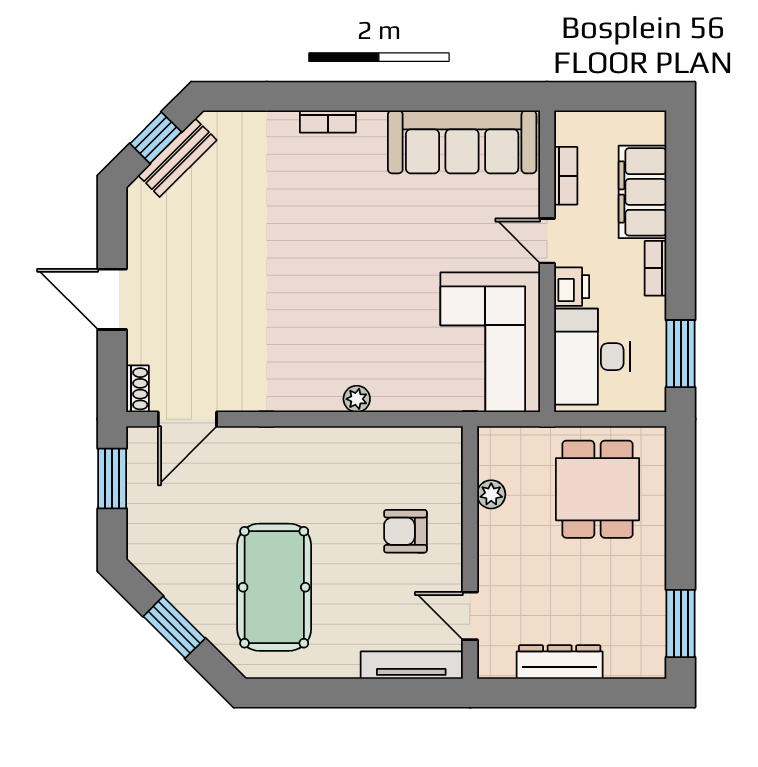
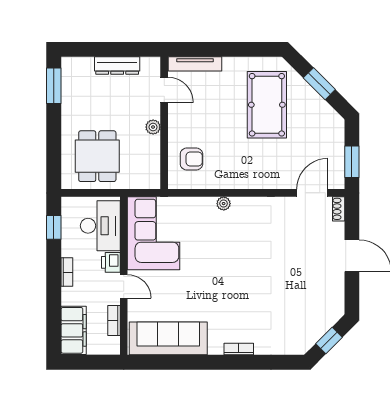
bench: (177, 158) -> (318, 330), removed
filing cabinet: (643, 192) -> (74, 330), moved
window: (681, 354) -> (54, 227), width x0.67
plant: (491, 494) -> (153, 127), moved
armchair: (405, 531) -> (191, 159), moved

